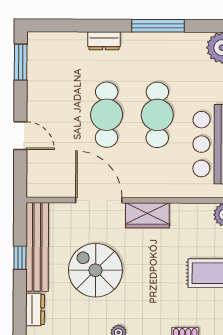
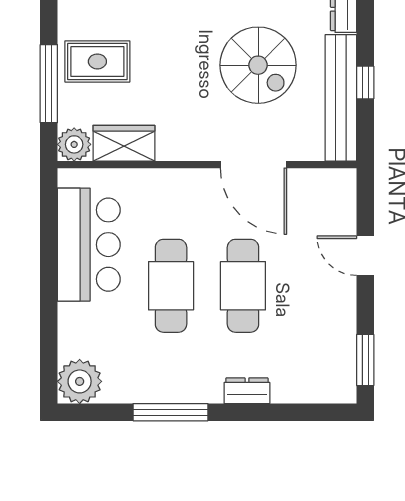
wardrobe: (147, 215) -> (124, 143), moved

